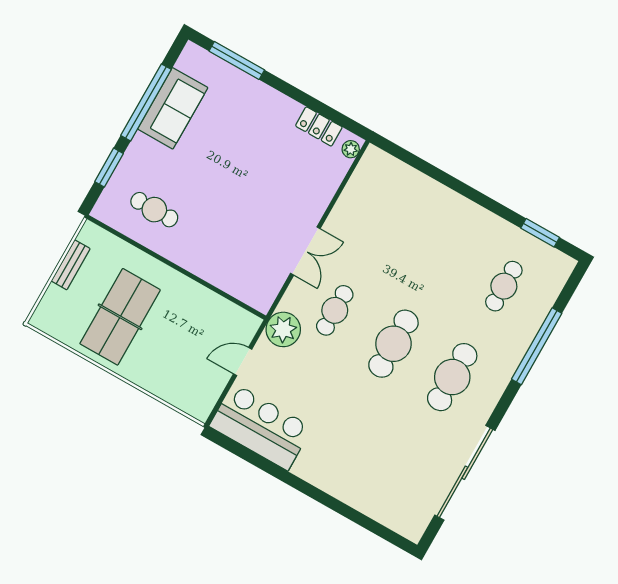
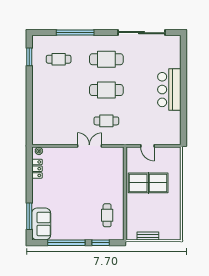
sofa: (173, 108) -> (41, 224), moved, turned 90
table tennis table: (120, 317) -> (148, 183), moved
plant: (283, 329) -> (126, 137), removed
bar counter: (261, 427) -> (169, 90), moved

